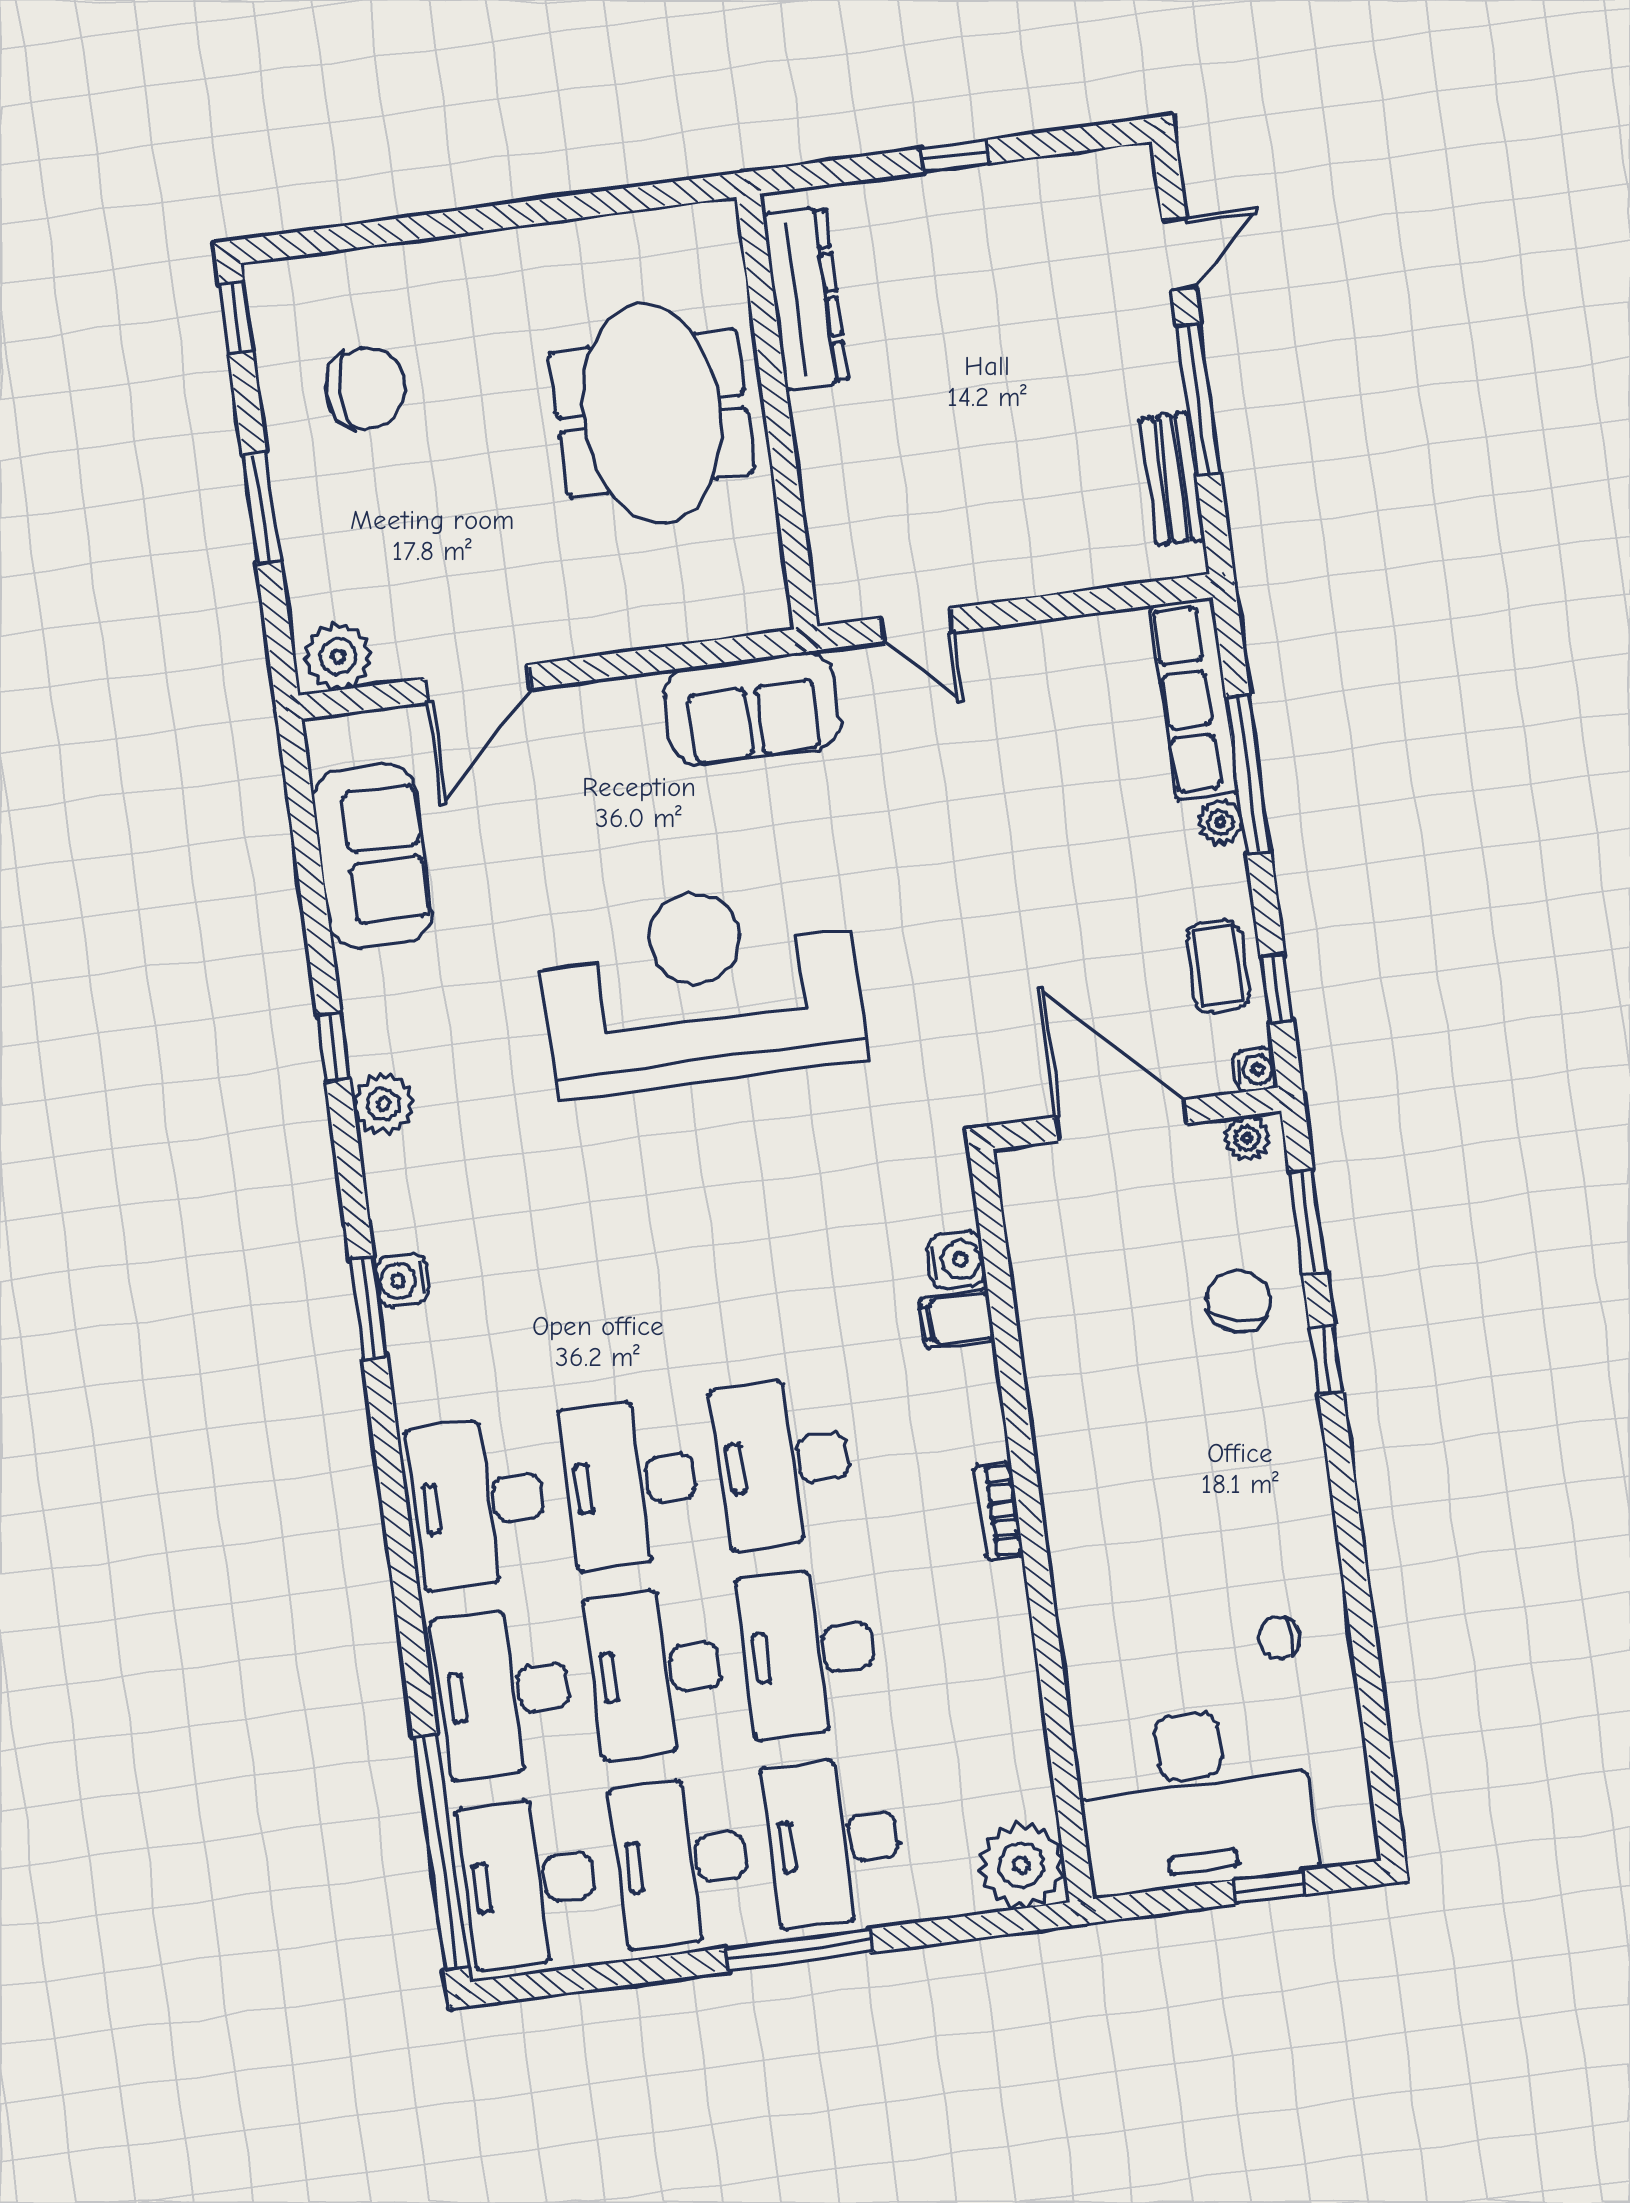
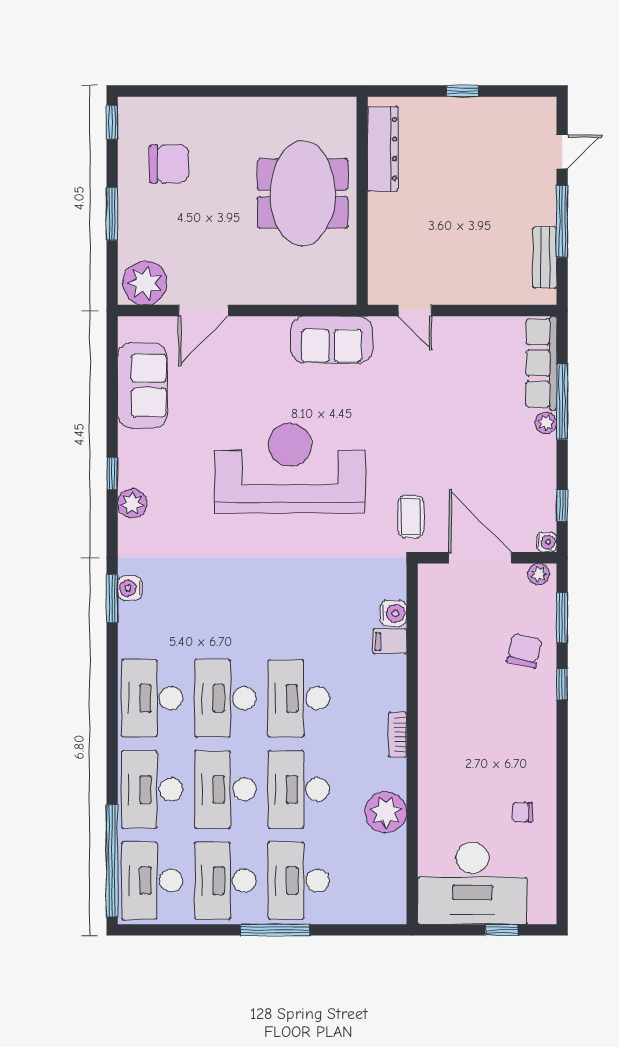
plant: (338, 656) -> (145, 283), width x1.36, depth x1.36
coffee table: (1218, 966) -> (411, 516), moved
plant: (1021, 1865) -> (386, 812), moved

